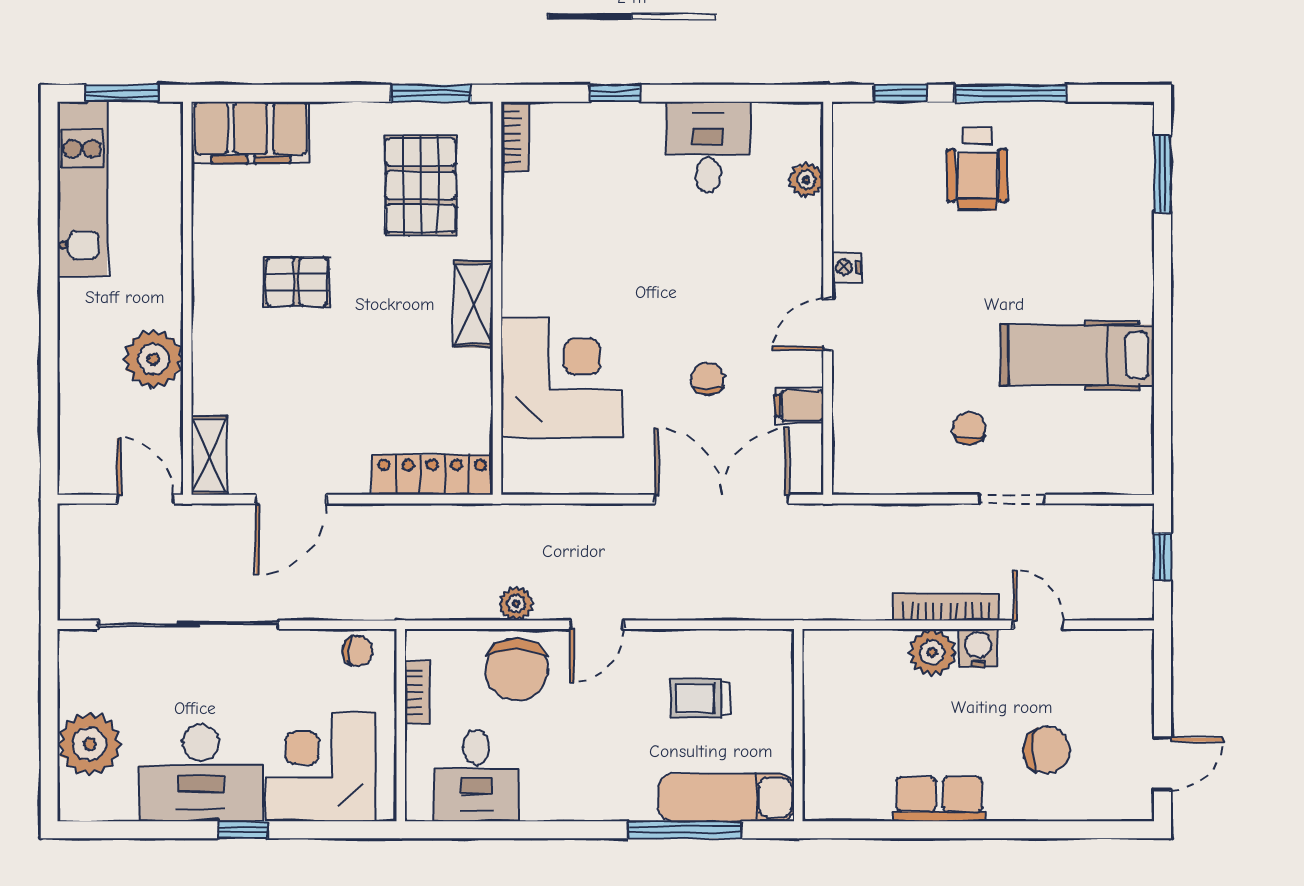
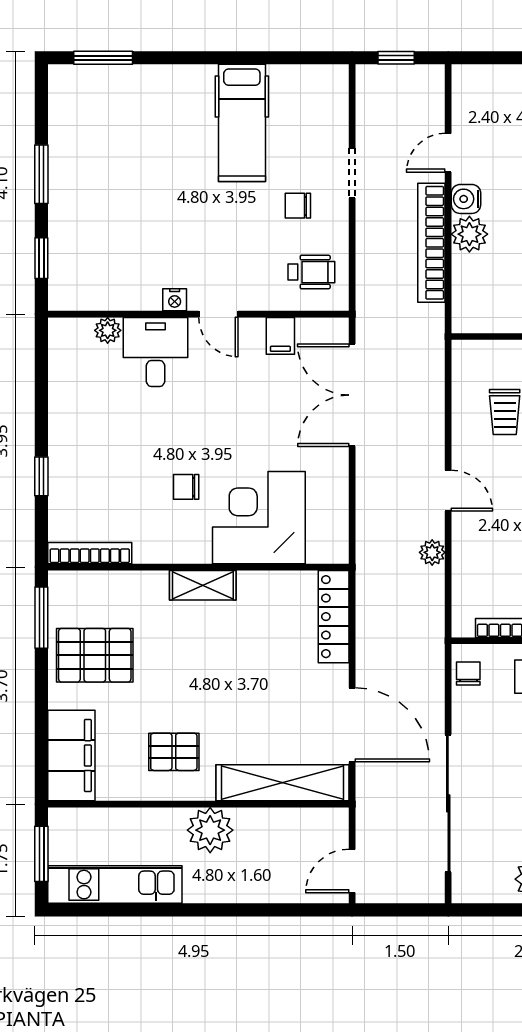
window: (1010, 93) -> (41, 174), width x0.69
bookcase: (515, 137) -> (90, 553), width x1.56
desk: (708, 147) -> (156, 352), moved, turned 90
wheelchair: (977, 169) -> (311, 272), moved, width x0.73, depth x0.73
pallet: (421, 185) -> (95, 655), moved
pallet: (297, 282) -> (174, 752), moved, turned 90
plant: (153, 359) -> (210, 830), moved
chair: (708, 379) -> (186, 487), moved
shelving: (209, 456) -> (283, 783), width x2.20, depth x1.33
door: (145, 499) -> (352, 871), moved
door: (291, 499) -> (352, 725), width x1.36
bookcase: (946, 607) -> (431, 243), width x1.48, depth x1.31
chair: (517, 669) -> (482, 552), removed

